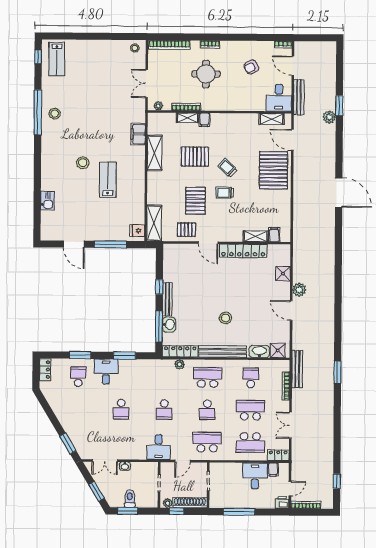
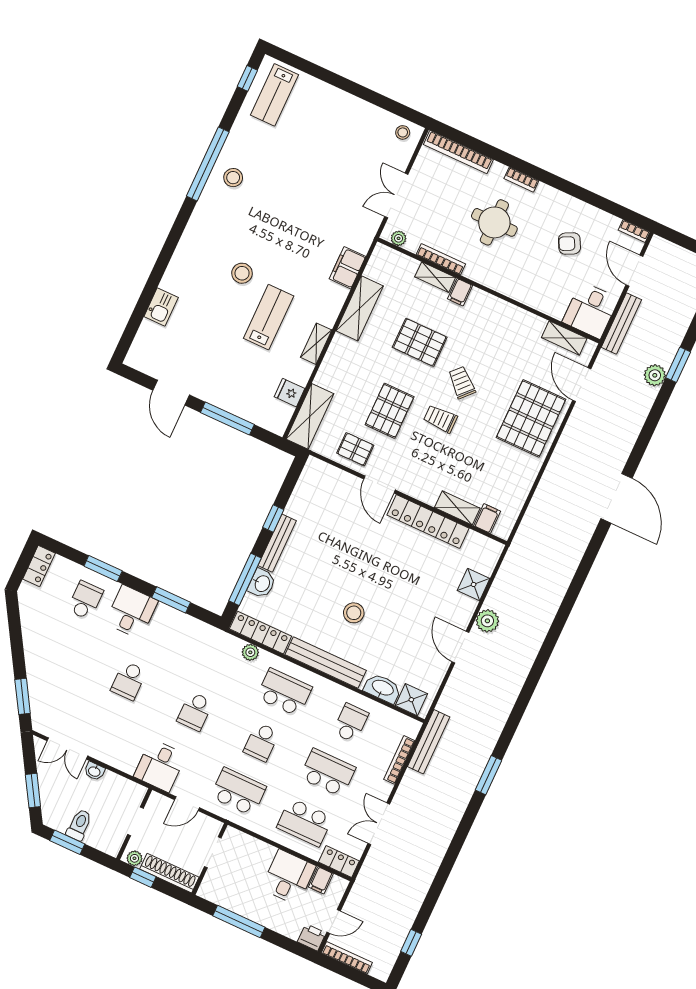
shelving: (140, 183) -> (316, 344), added
fridge: (137, 231) -> (289, 393), moved

